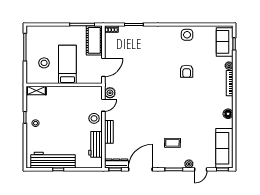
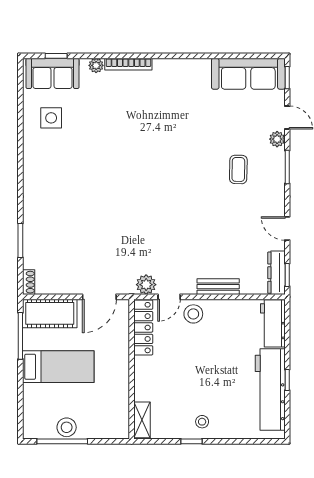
side table: (187, 35) -> (51, 118), moved
stool: (44, 63) -> (67, 427), moved
bed: (67, 64) -> (58, 367), moved, turned 180
door: (103, 67) -> (99, 297), swing flipped
armchair: (187, 71) -> (107, 143), removed
locker: (87, 91) -> (143, 328), added
door: (103, 105) -> (169, 297), swing flipped
floor lamp: (228, 114) -> (185, 67), removed
workbench: (95, 144) -> (273, 323), moved, turned 90
door: (140, 169) -> (287, 228), width x0.53

